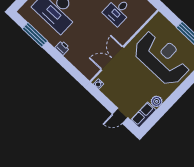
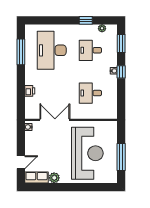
printer: (62, 48) -> (30, 91), moved
door: (120, 116) -> (21, 162), swing flipped

